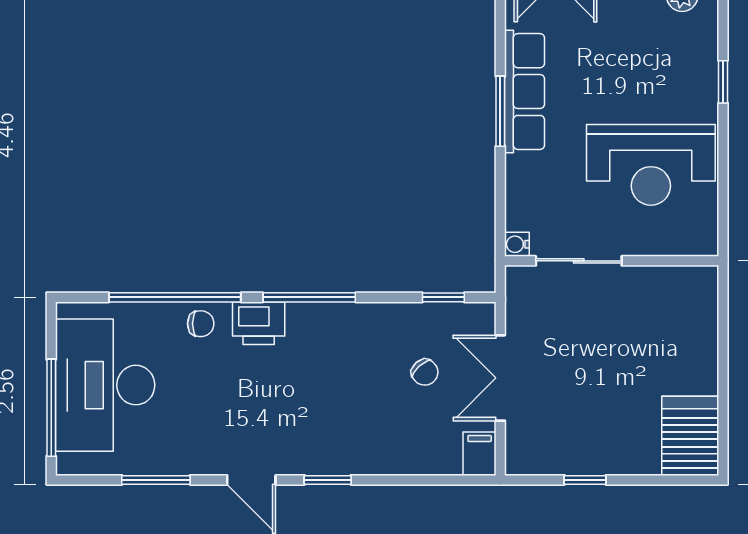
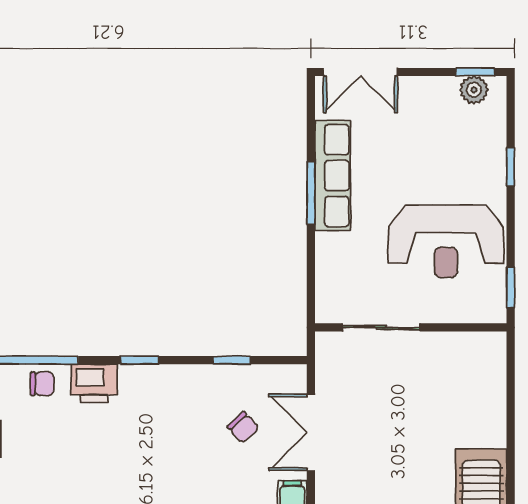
window: (723, 216) -> (511, 287), added
water cooler: (517, 244) -> (326, 313), removed
window: (309, 297) -> (140, 360), width x0.46
window: (443, 297) -> (232, 360), moved

